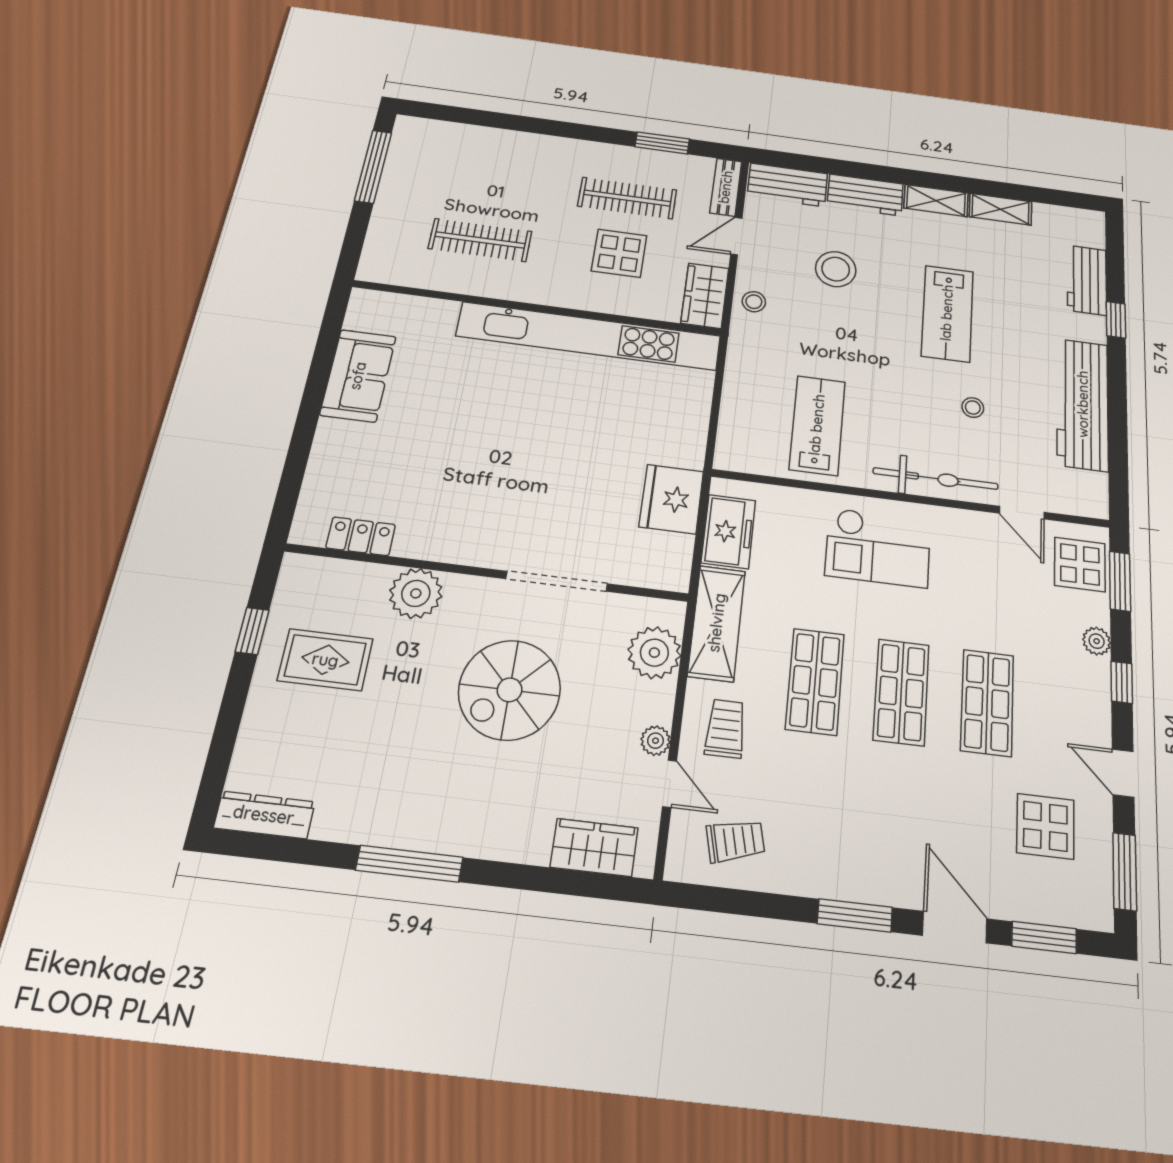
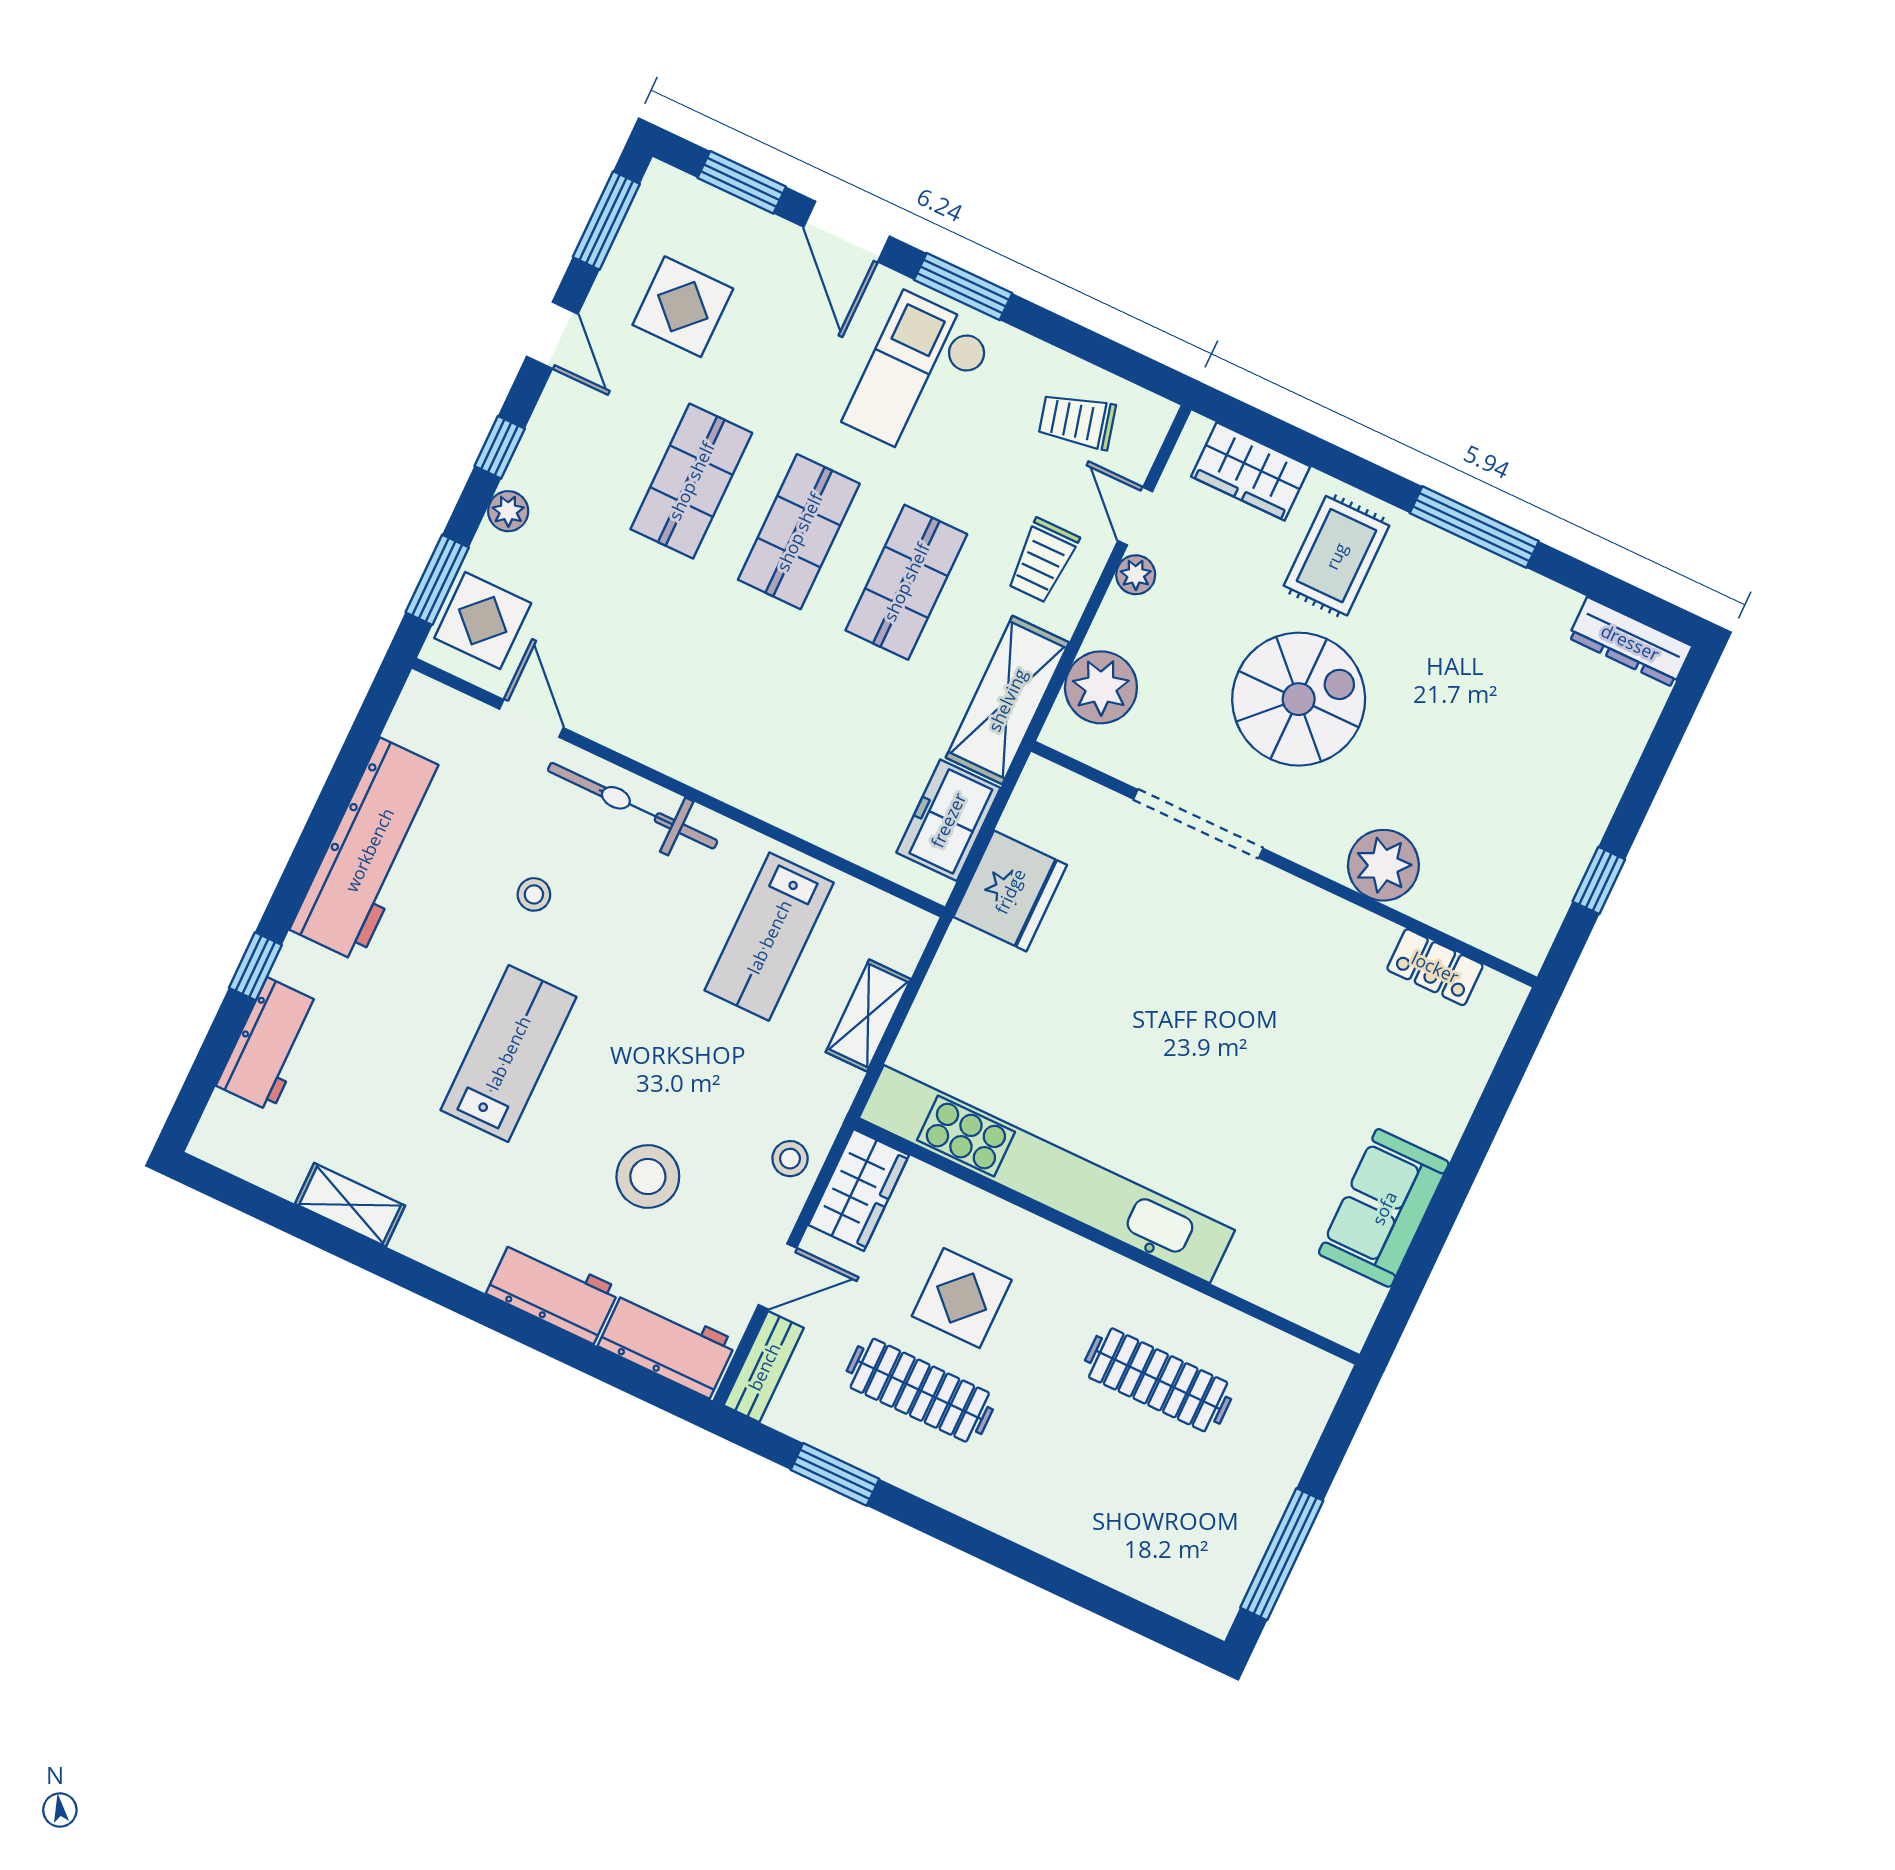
shelving: (936, 201) -> (868, 1016), moved, turned 90
checkout: (878, 547) -> (919, 377), moved, turned -90
rug: (325, 660) -> (1336, 556), moved, turned 90

